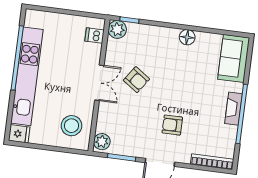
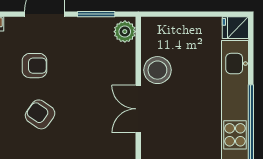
armchair: (136, 80) -> (40, 114), moved
stool: (71, 126) -> (157, 70), moved

